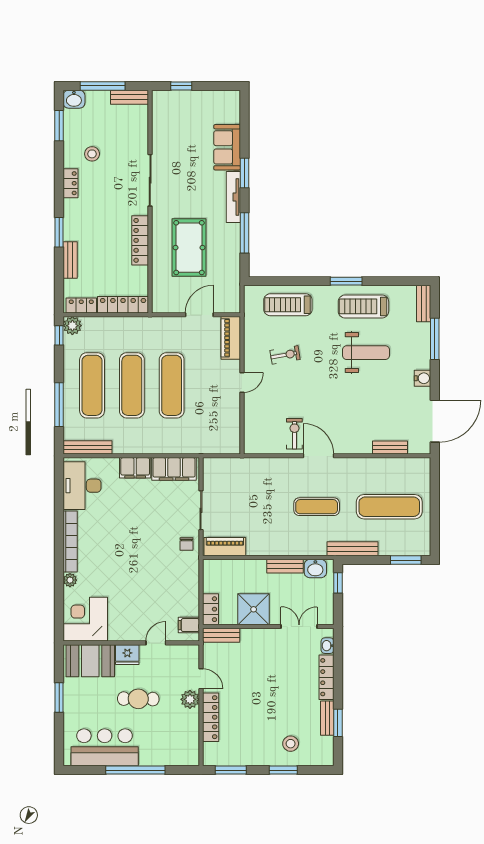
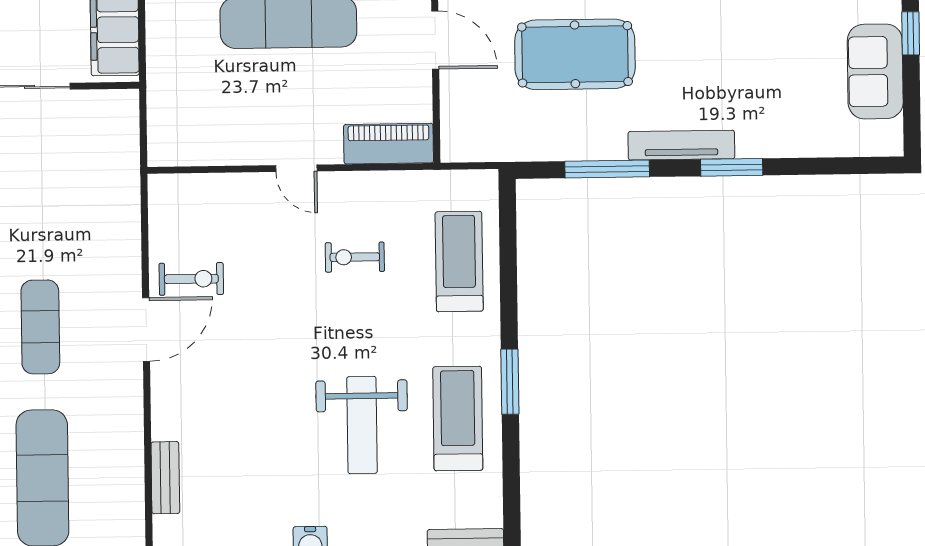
sofa: (227, 147) -> (875, 71), moved, turned -90
door: (199, 315) -> (435, 40), moved
exercise bike: (285, 355) -> (355, 257), turned 100

